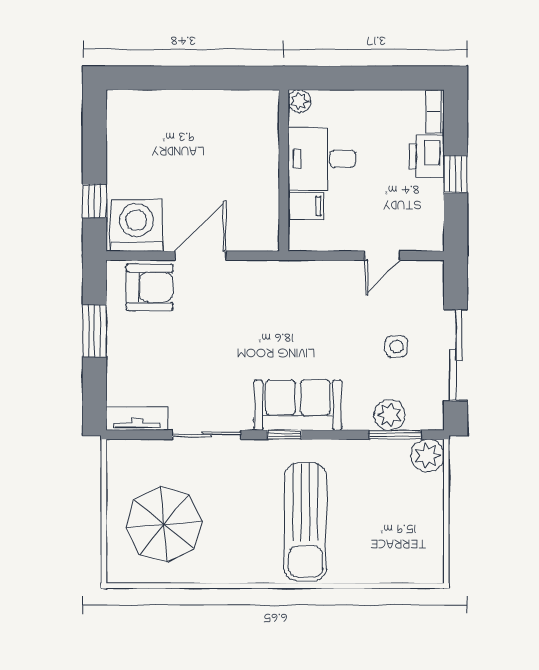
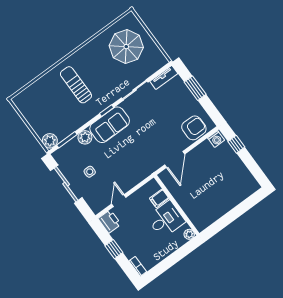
printer: (427, 157) -> (110, 221), moved
washing machine: (136, 225) -> (216, 139), width x0.53, depth x0.53
door: (200, 256) -> (175, 159), moved
armchair: (150, 287) -> (194, 128), turned 180
window: (94, 331) -> (195, 88), moved
plant: (390, 415) -> (85, 137), moved
sun lounger: (306, 522) -> (76, 85), width x0.73, depth x0.75

